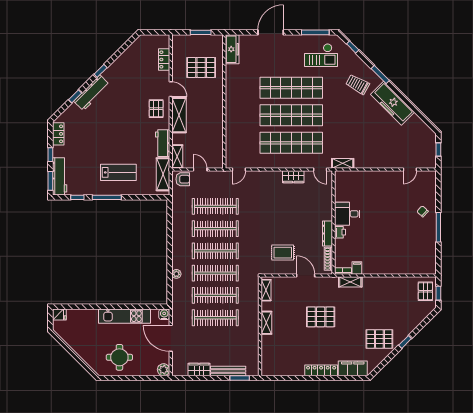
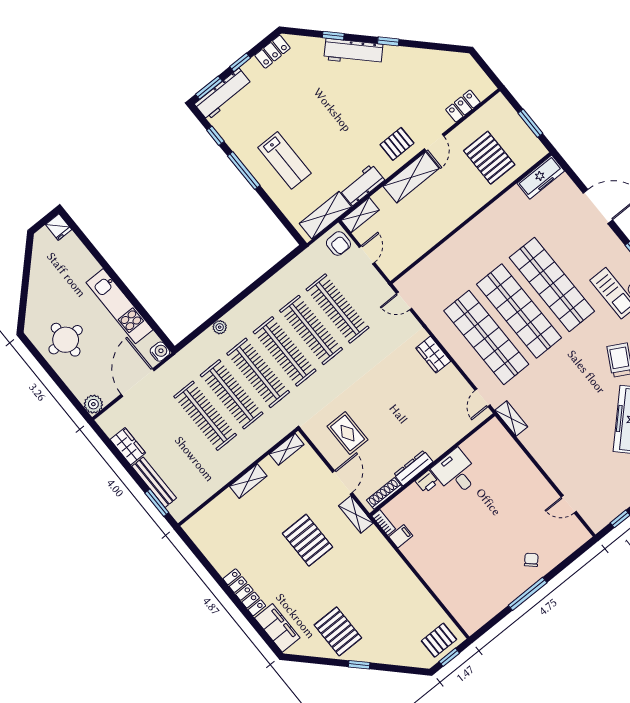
wardrobe: (293, 177) -> (433, 355), moved
shelving: (350, 282) -> (356, 514), moved

